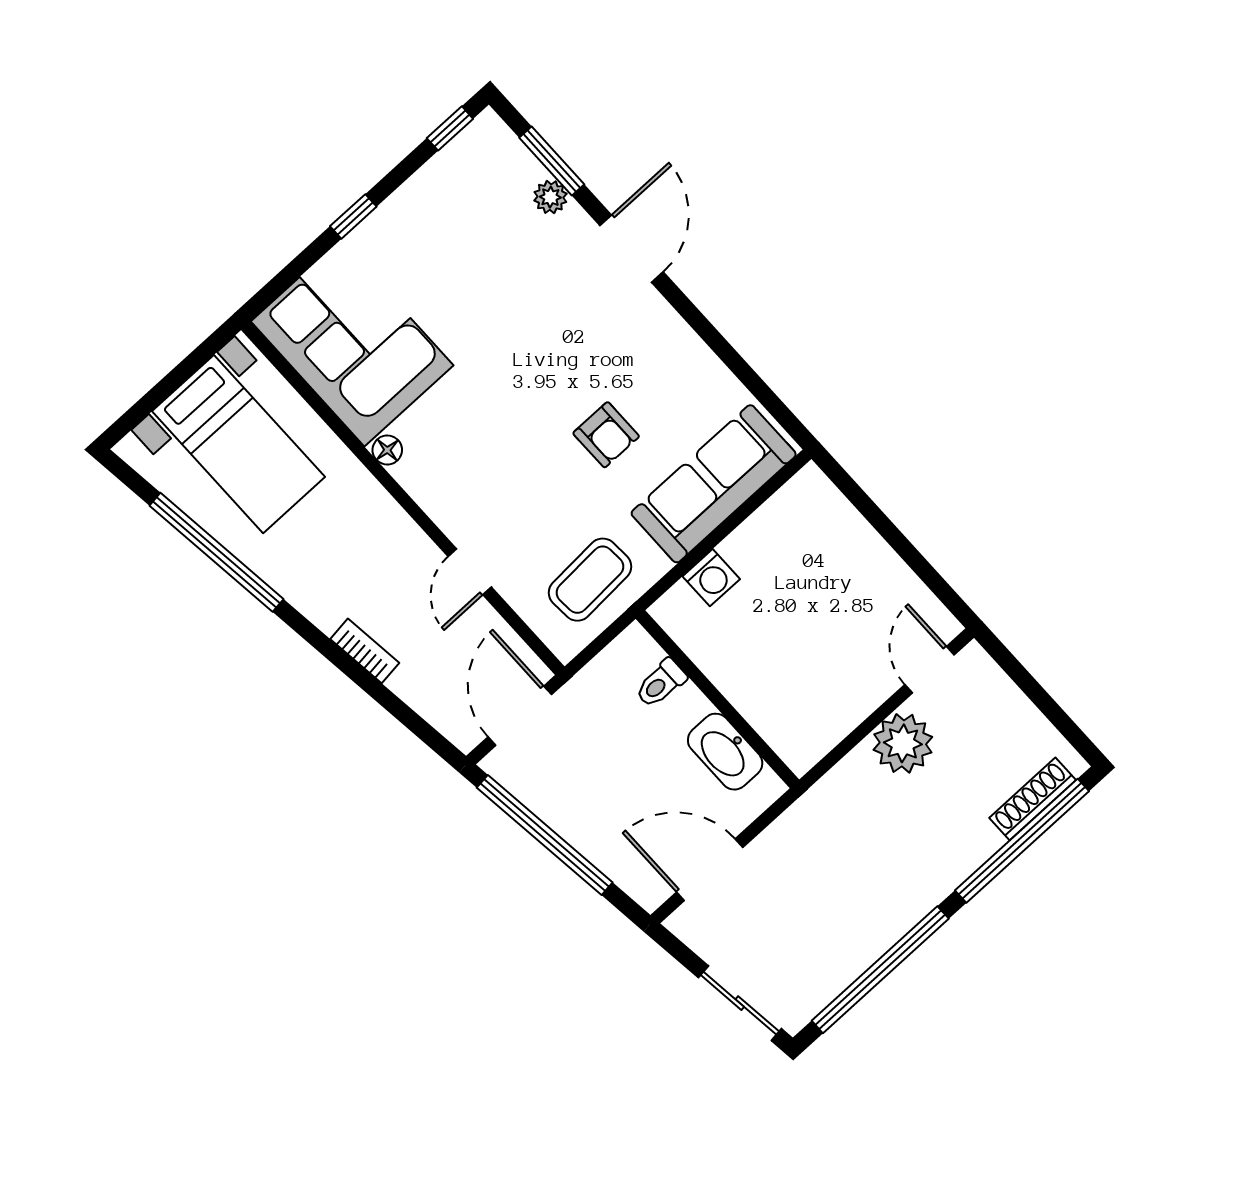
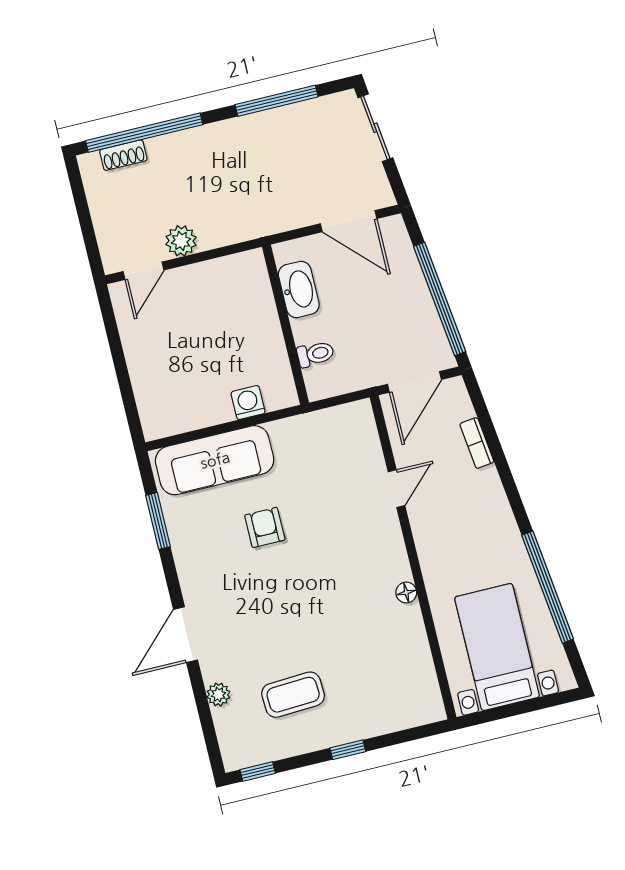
window: (552, 161) -> (158, 521), moved
corner sofa: (352, 343) -> (392, 671), removed
coffee table: (590, 580) -> (293, 695), moved
bookcase: (365, 651) -> (477, 443), moved
plant: (903, 743) -> (181, 241), width x0.73, depth x0.73
shoe rack: (1033, 799) -> (123, 155), width x0.70
window: (880, 970) -> (277, 101), width x0.68

